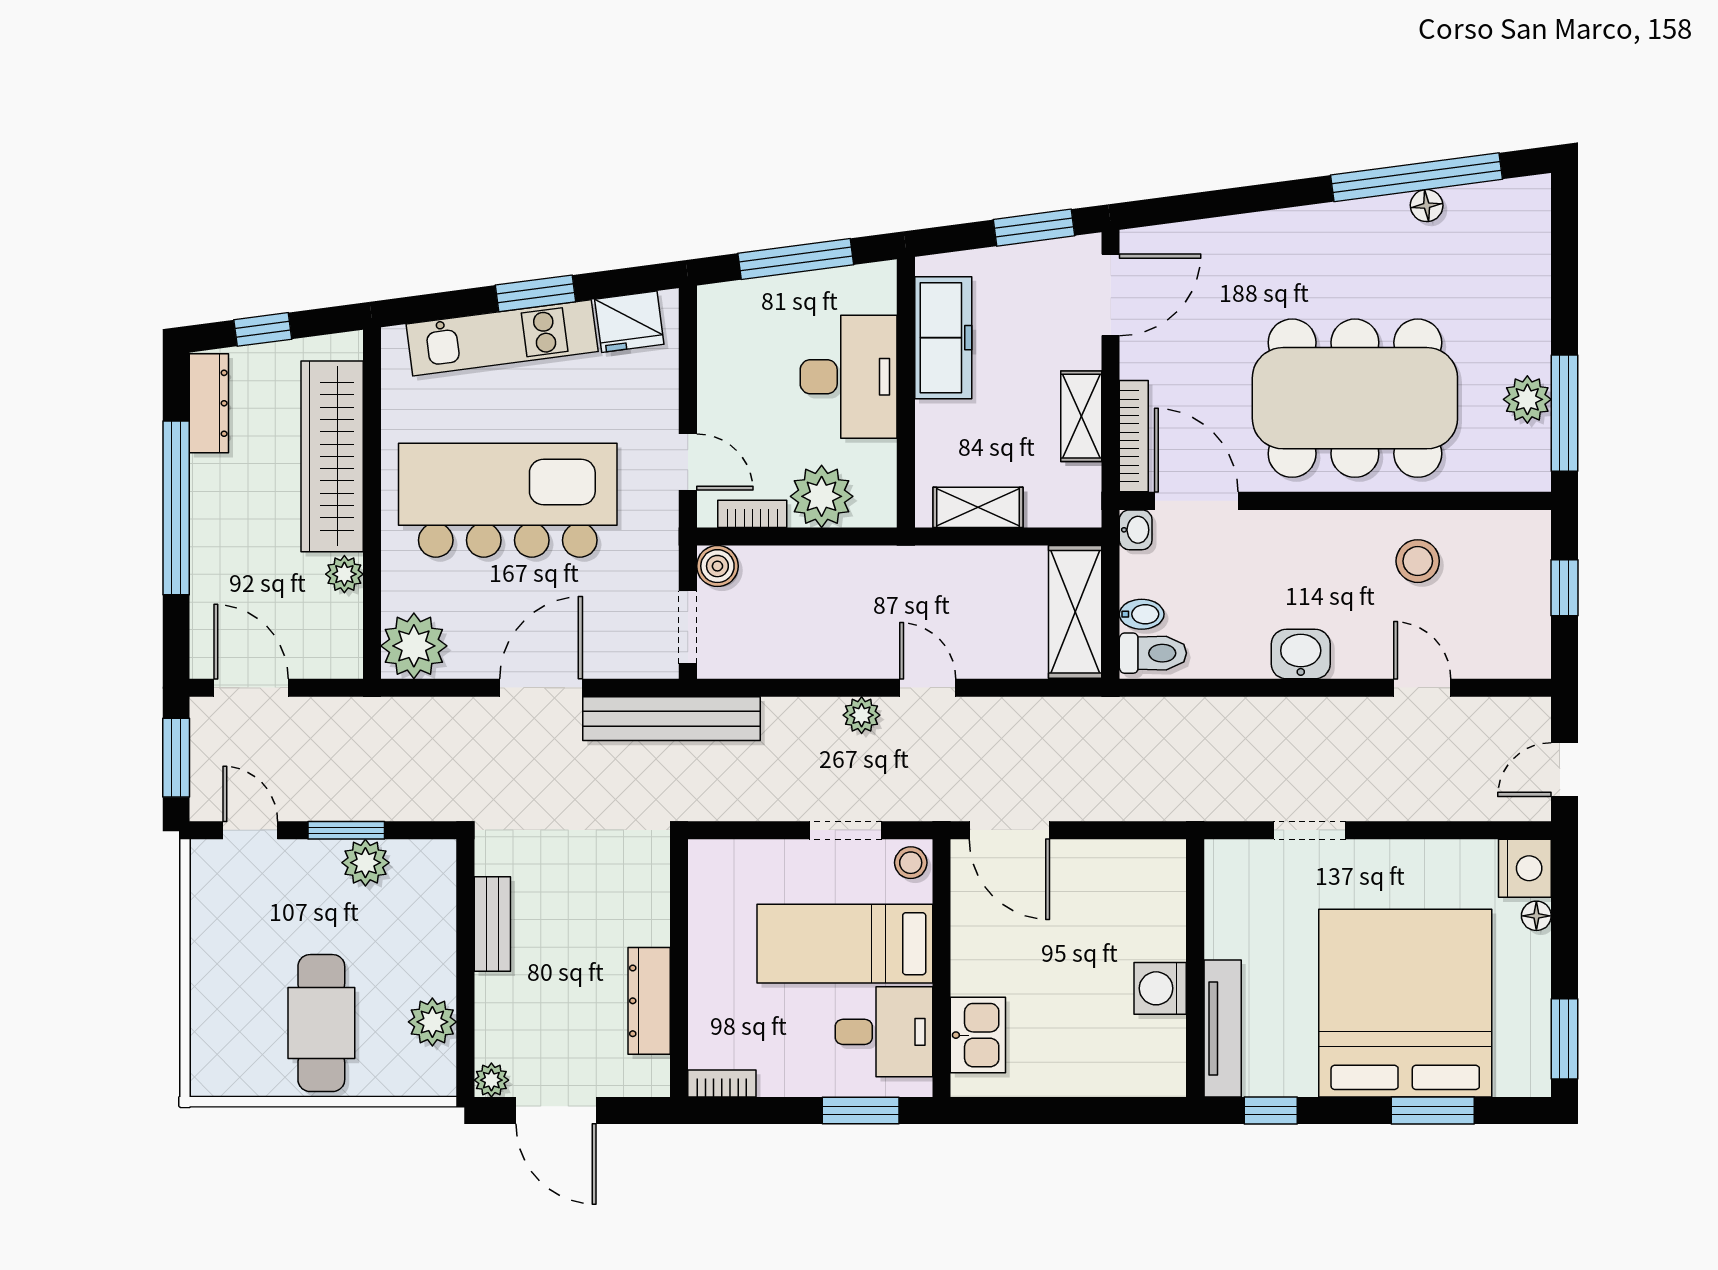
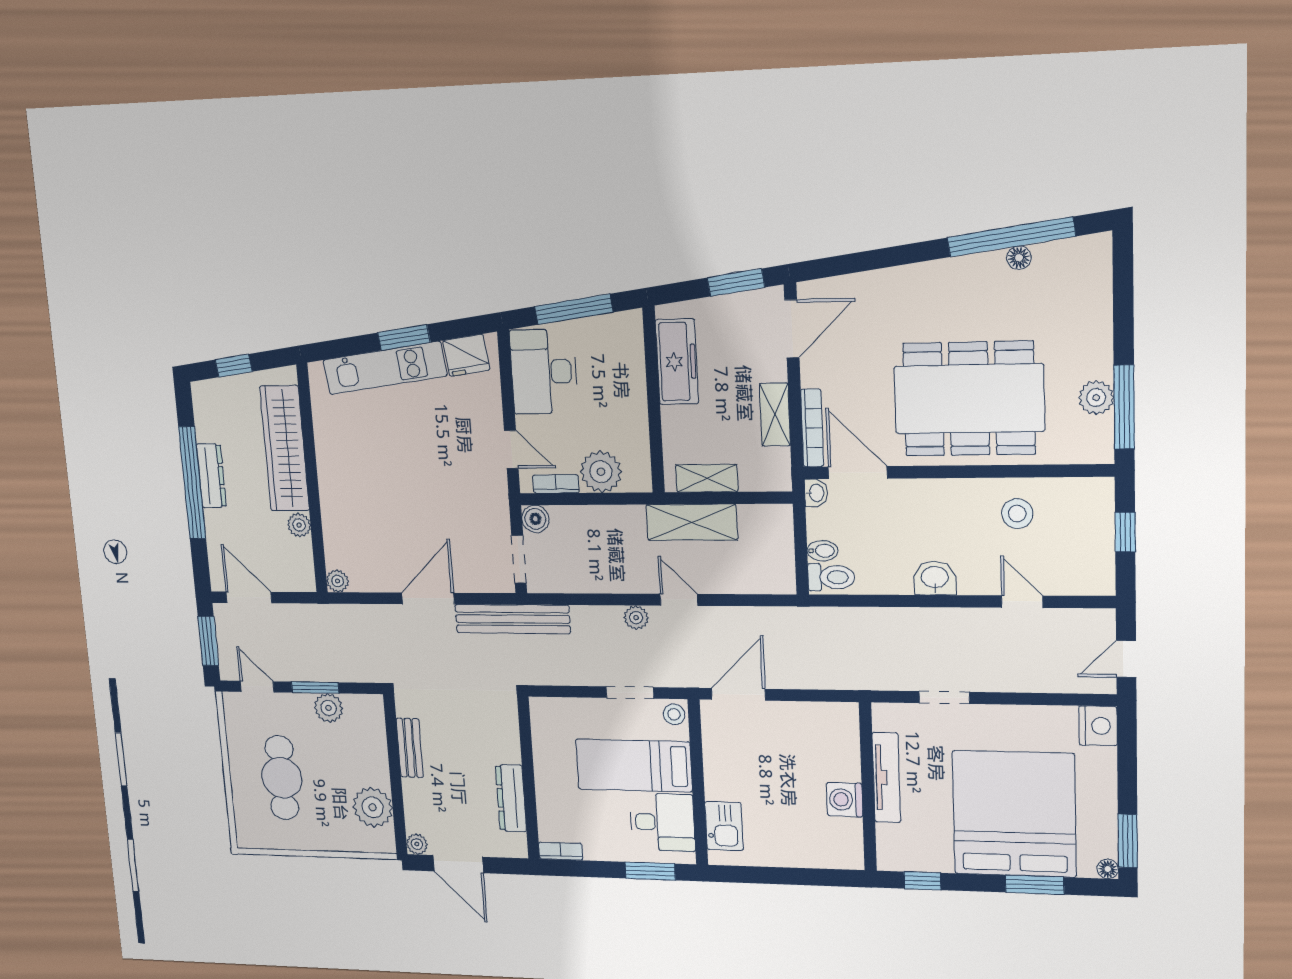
desk: (849, 377) -> (544, 372), moved, turned 180
dresser: (209, 403) -> (211, 476), moved
kitchen island: (508, 500) -> (397, 476), removed
shelving: (1075, 612) -> (692, 522), moved, turned 90
plant: (414, 646) -> (338, 581), width x0.53, depth x0.53
door: (1009, 830) -> (738, 694), swing flipped
floor lamp: (1536, 916) -> (1108, 869), moved
plant: (432, 1022) -> (373, 807), width x1.36, depth x1.36
cafe table: (321, 1023) -> (282, 778), moved
tv unit: (1223, 1028) -> (886, 778), moved

